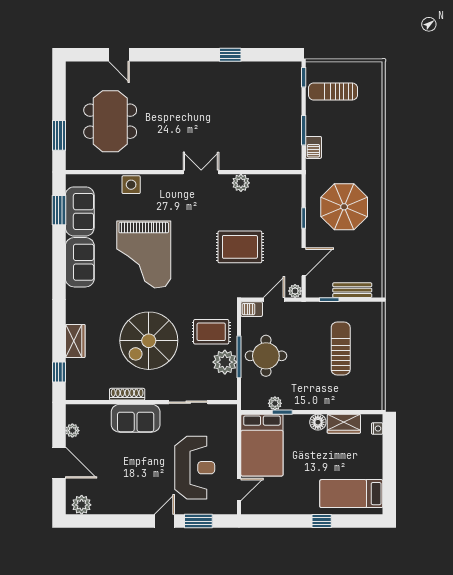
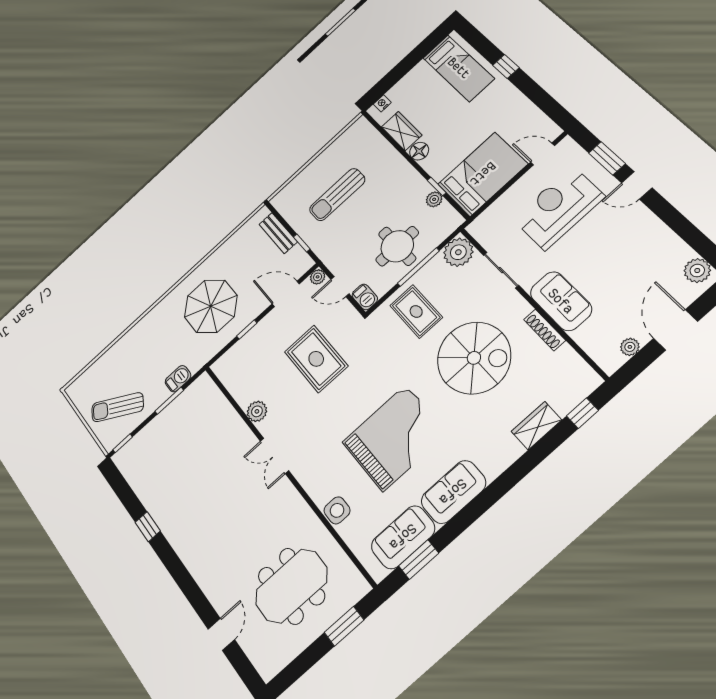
sun lounger: (333, 91) -> (118, 407), turned 121
plant: (225, 362) -> (458, 252), moved

